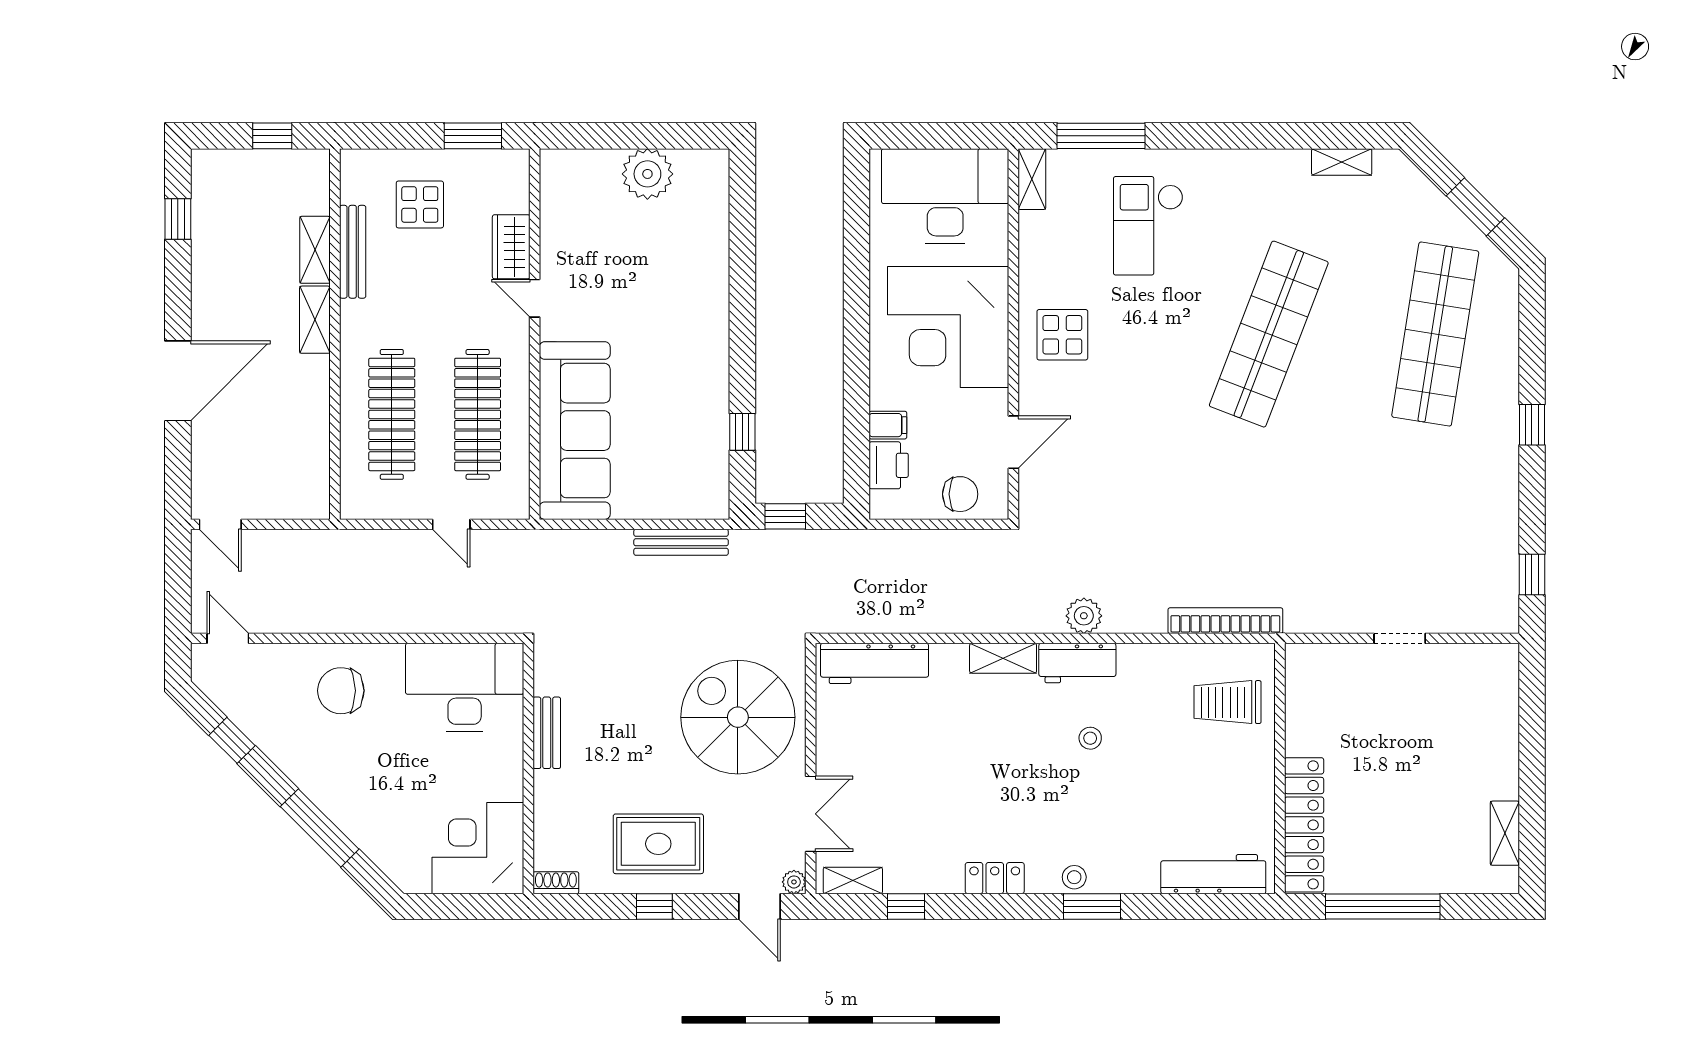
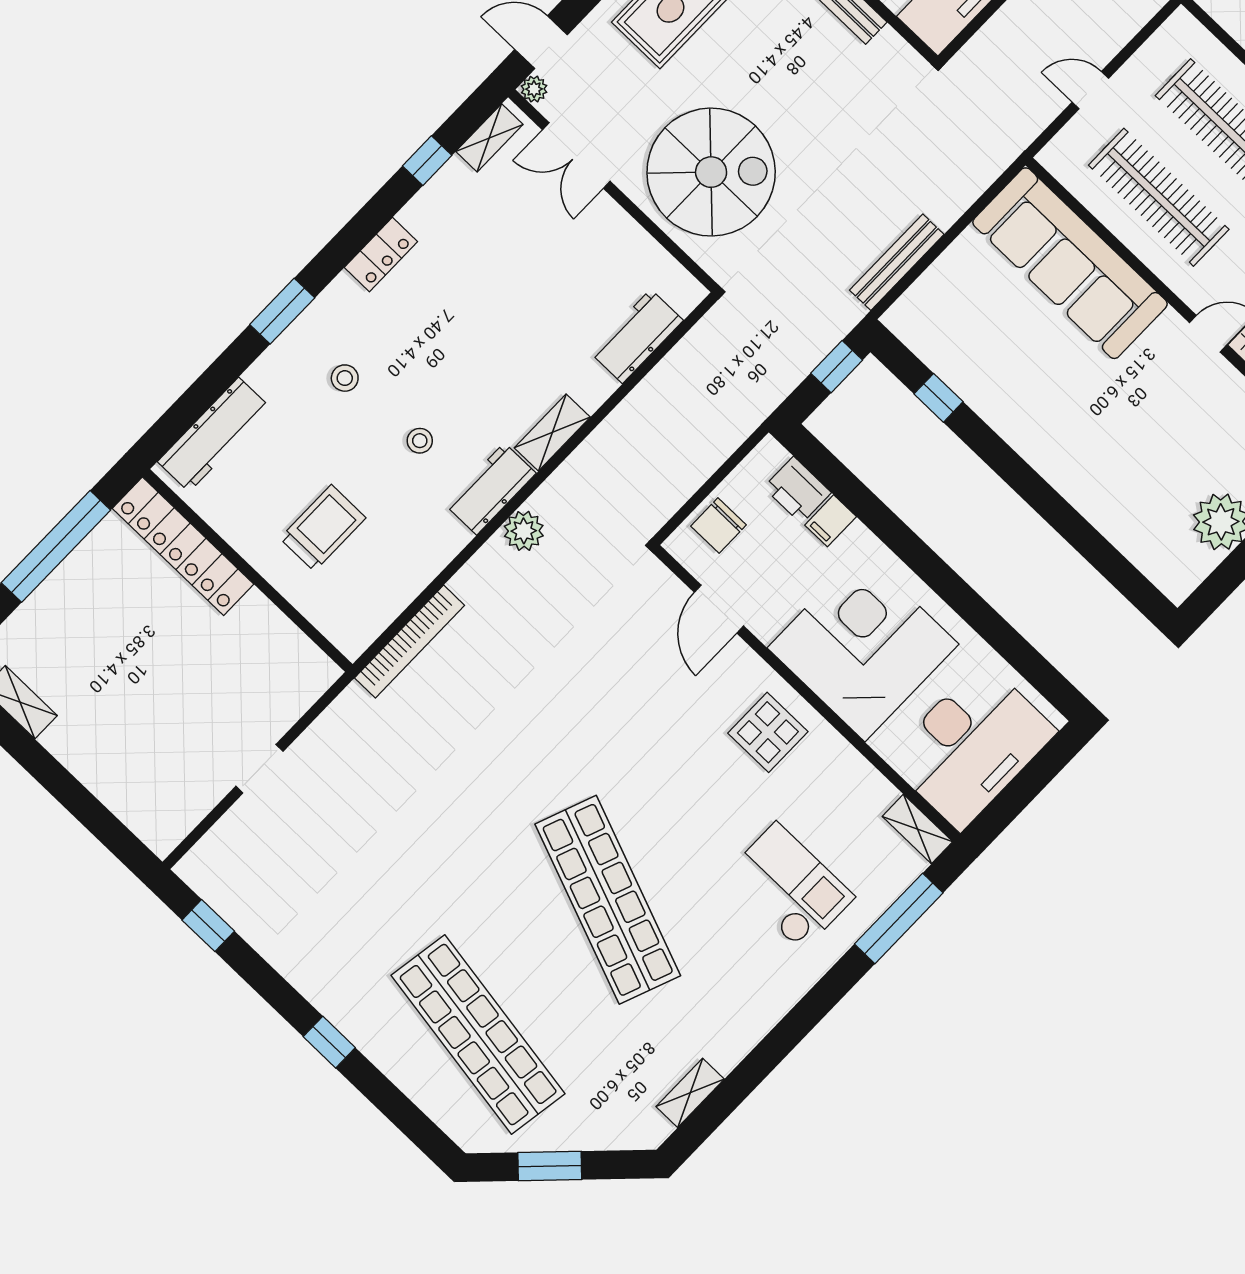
workbench: (875, 663) -> (637, 336), width x0.73
trolley: (1228, 702) -> (323, 528), moved
stool: (1074, 877) -> (345, 378), moved

